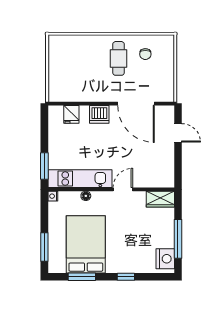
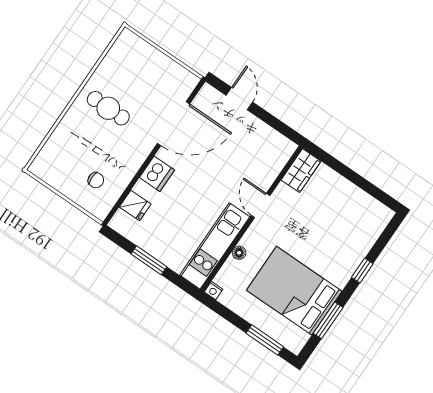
chair: (145, 54) -> (96, 180), moved
door: (178, 133) -> (239, 99), hinge flipped
window: (44, 166) -> (149, 260), moved
window: (178, 239) -> (360, 182), removed
nightstand: (165, 259) -> (373, 212), removed

